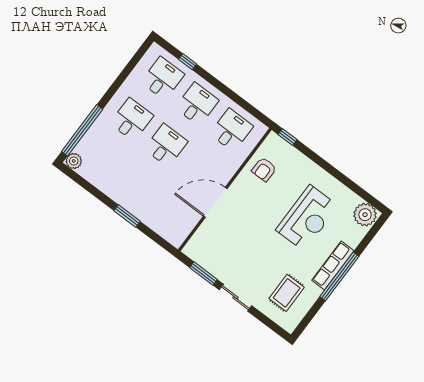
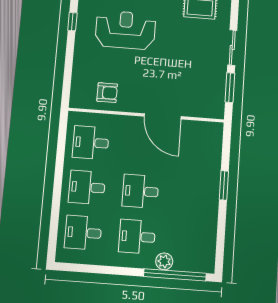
window: (187, 62) -> (54, 220), removed
window: (288, 137) -> (72, 22), moved
plant: (74, 161) -> (164, 261), moved

